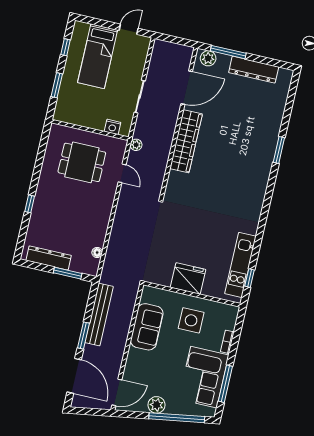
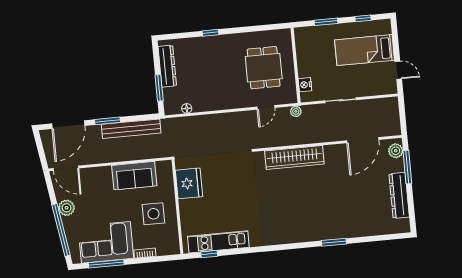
door: (187, 88) -> (363, 140), hinge flipped
wardrobe: (186, 141) -> (294, 157), moved
fridge: (188, 279) -> (189, 183), moved

